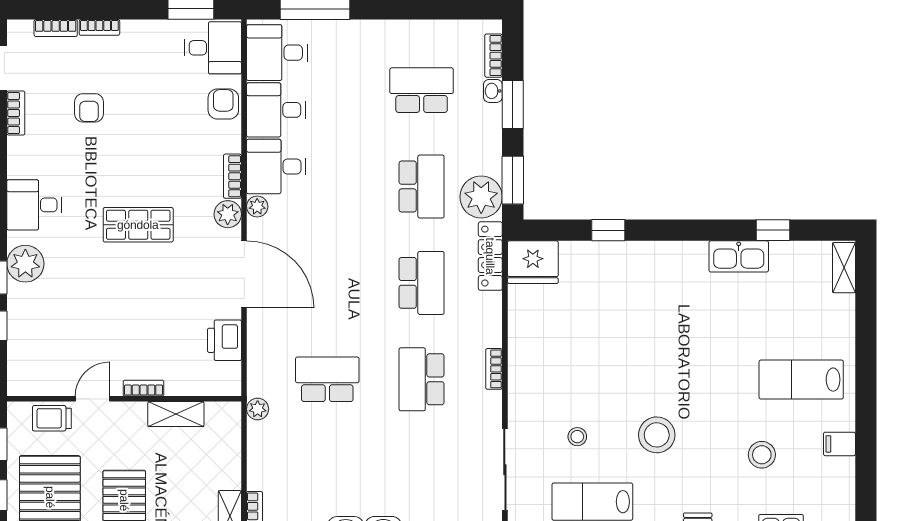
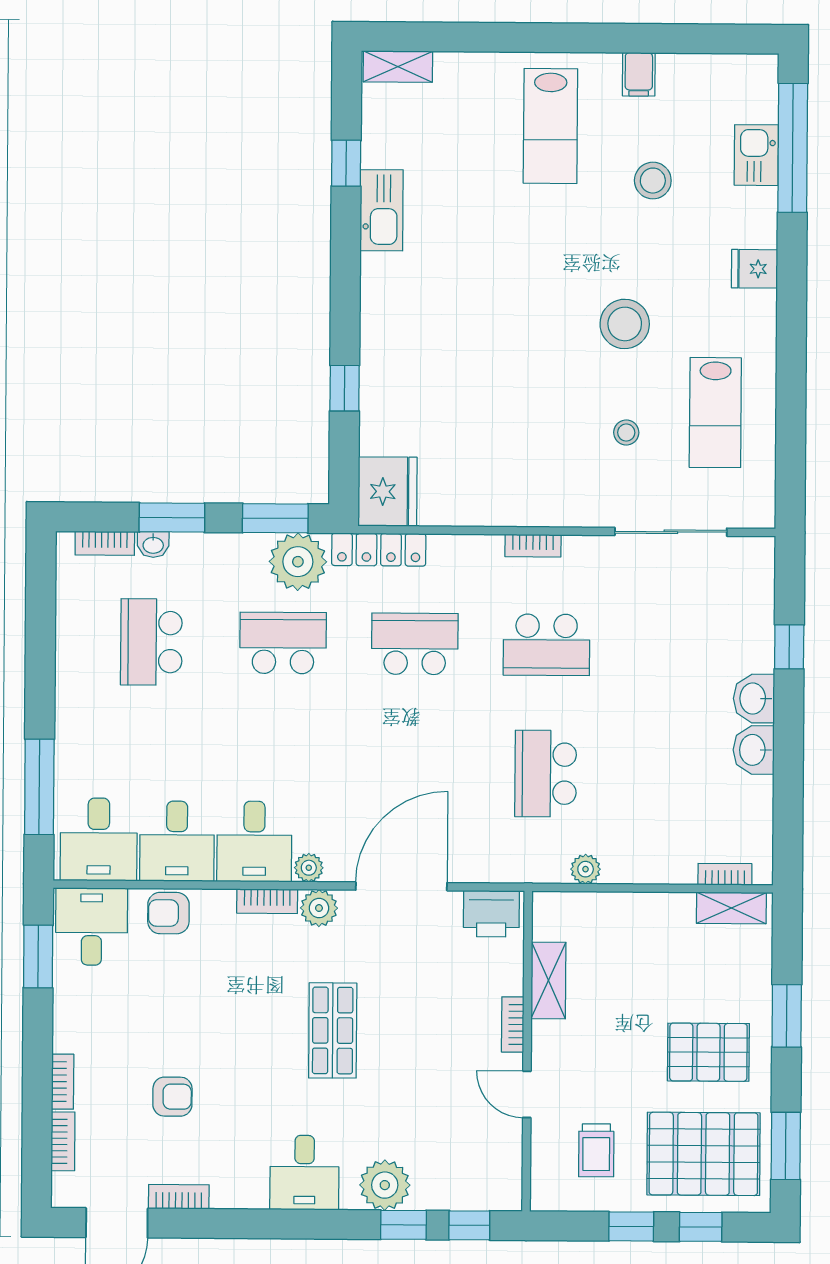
bookcase: (144, 388) -> (513, 1025), moved
door: (92, 399) -> (527, 1094), moved
wall: (124, 399) -> (527, 1051), moved
shelving: (176, 414) -> (548, 980), moved

